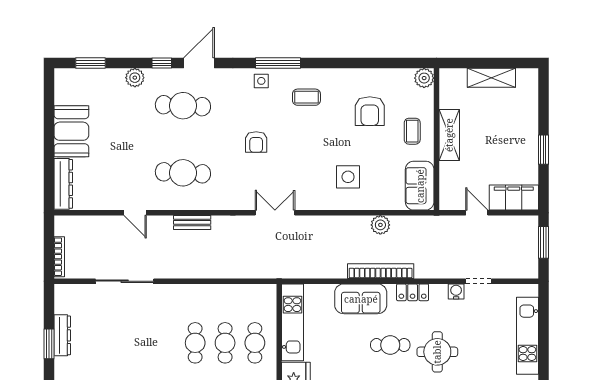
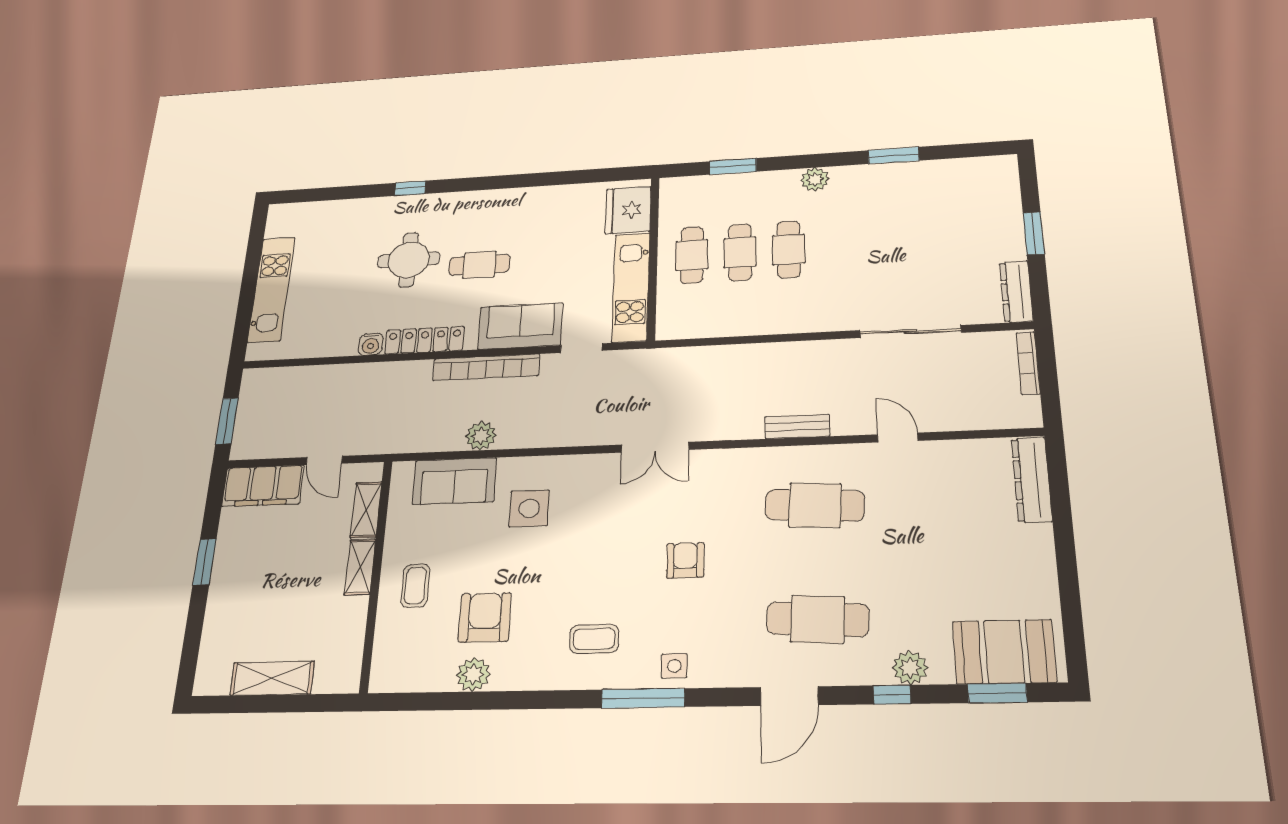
window: (162, 63) -> (892, 695), moved
plant: (424, 78) -> (473, 674), moved
booth: (71, 131) -> (1004, 652), moved, turned 90
shelving: (449, 135) -> (360, 567), width x0.67, depth x0.75
shelving: (447, 180) -> (366, 510), added
sofa: (420, 186) -> (454, 481), moved, turned 90
doorway: (479, 281) -> (581, 348), moved
locker: (413, 292) -> (425, 340), width x1.53
dresser: (62, 335) -> (1016, 292), moved

